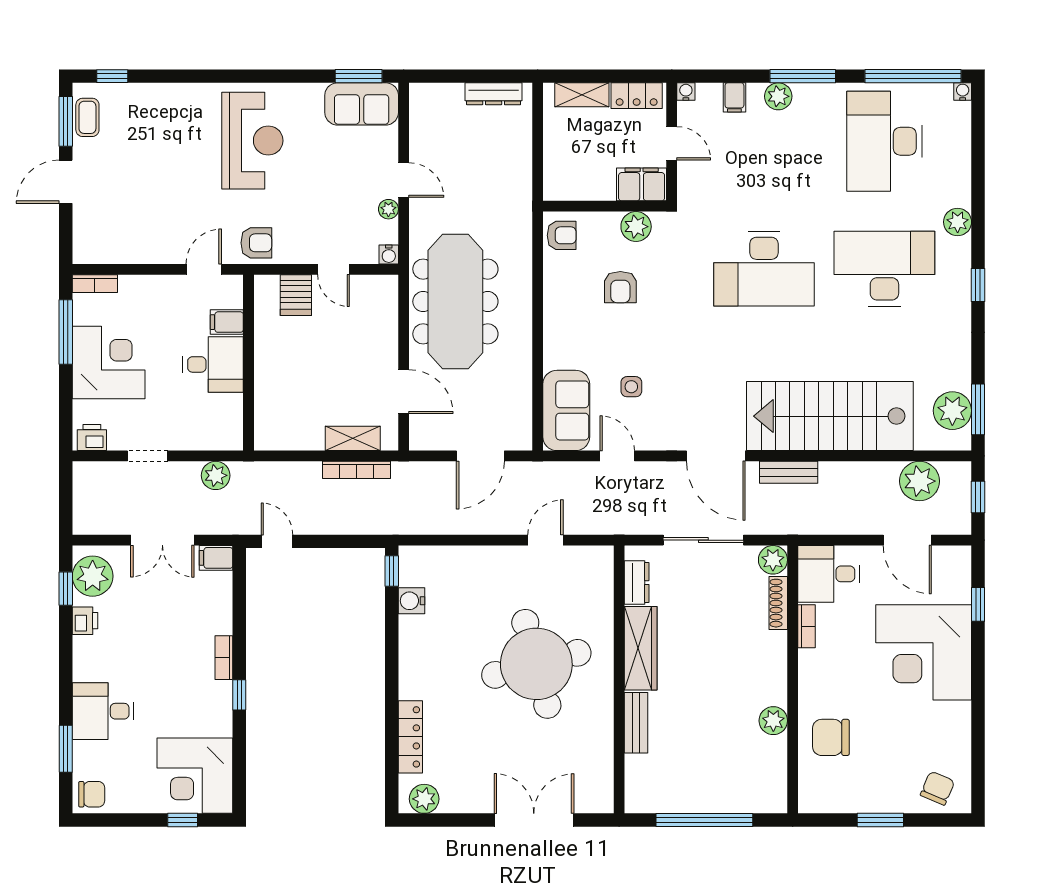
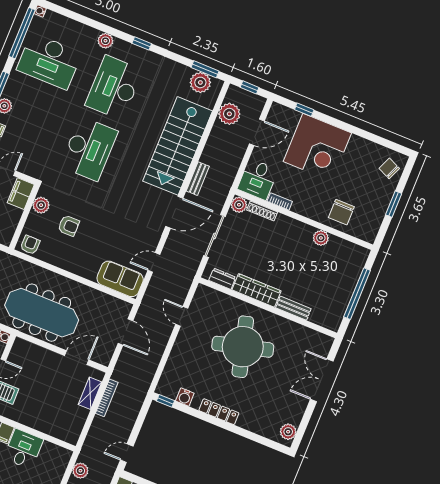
side table: (631, 387) -> (122, 241), removed
locker: (410, 737) -> (219, 412), moved

